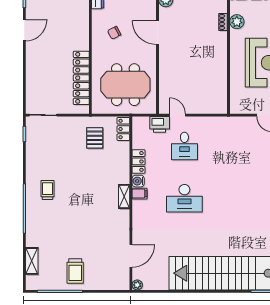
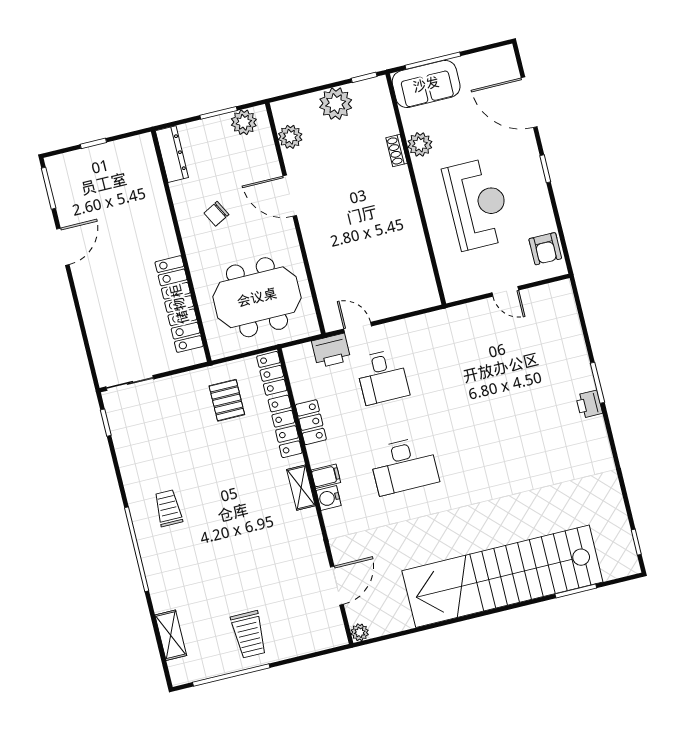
locker: (124, 160) -> (285, 426), added
water cooler: (138, 181) -> (329, 498), moved

